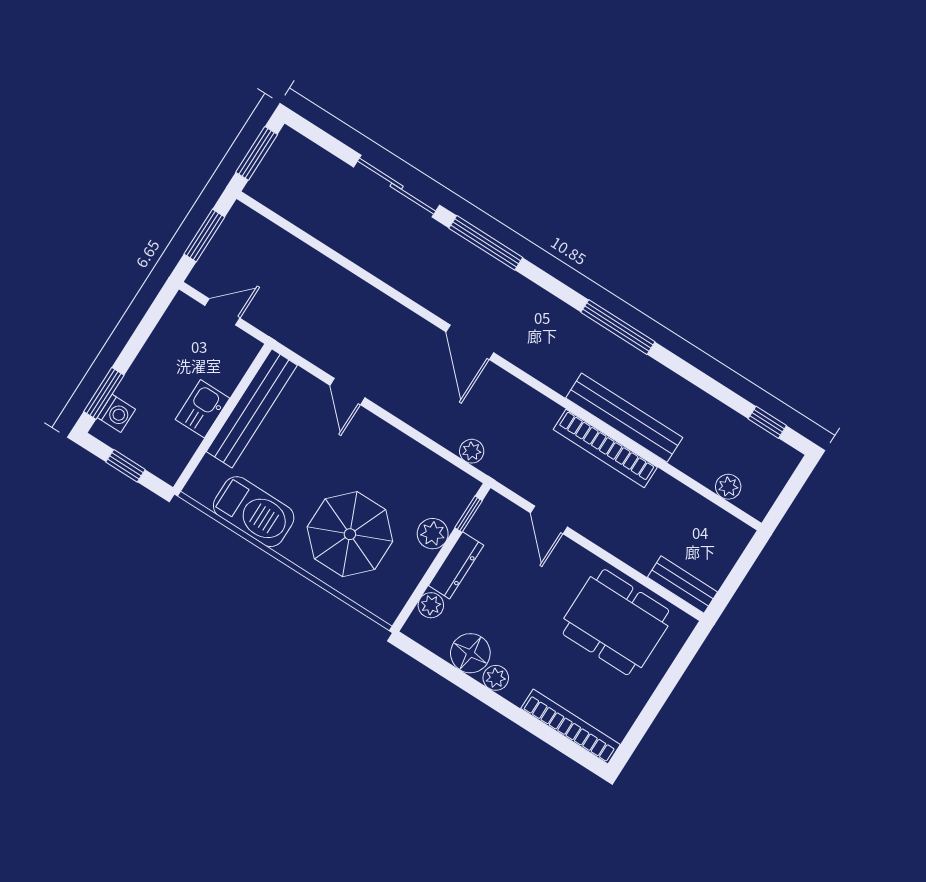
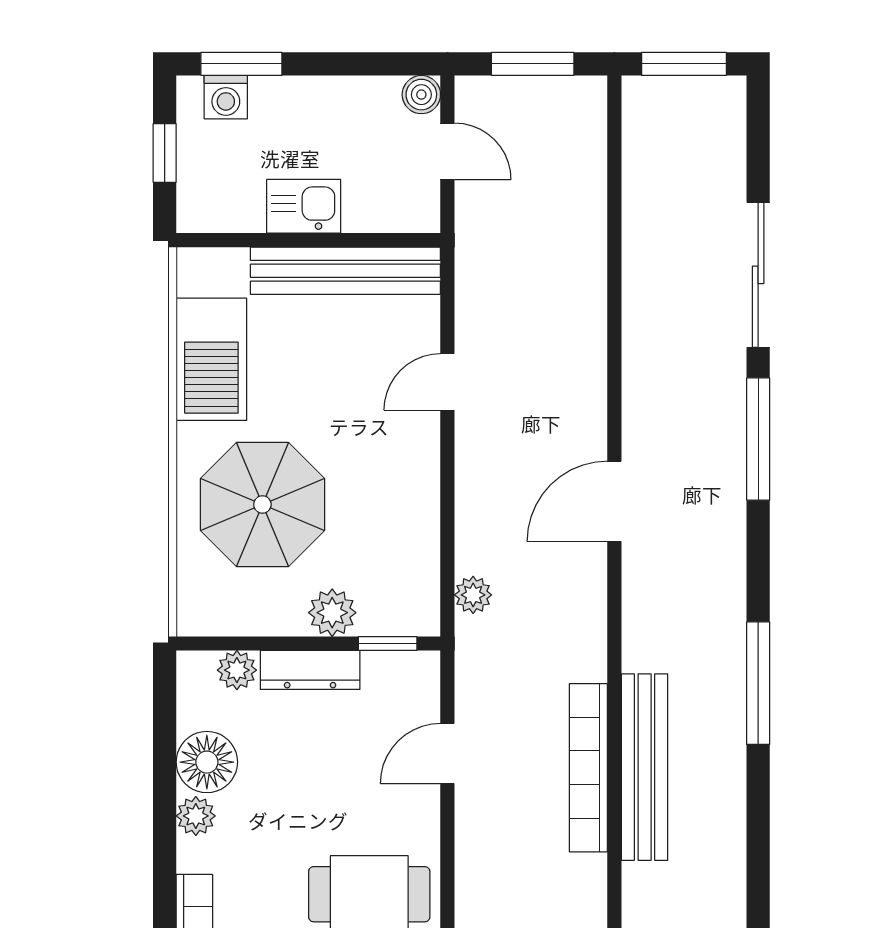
boiler: (183, 306) -> (421, 95), added

